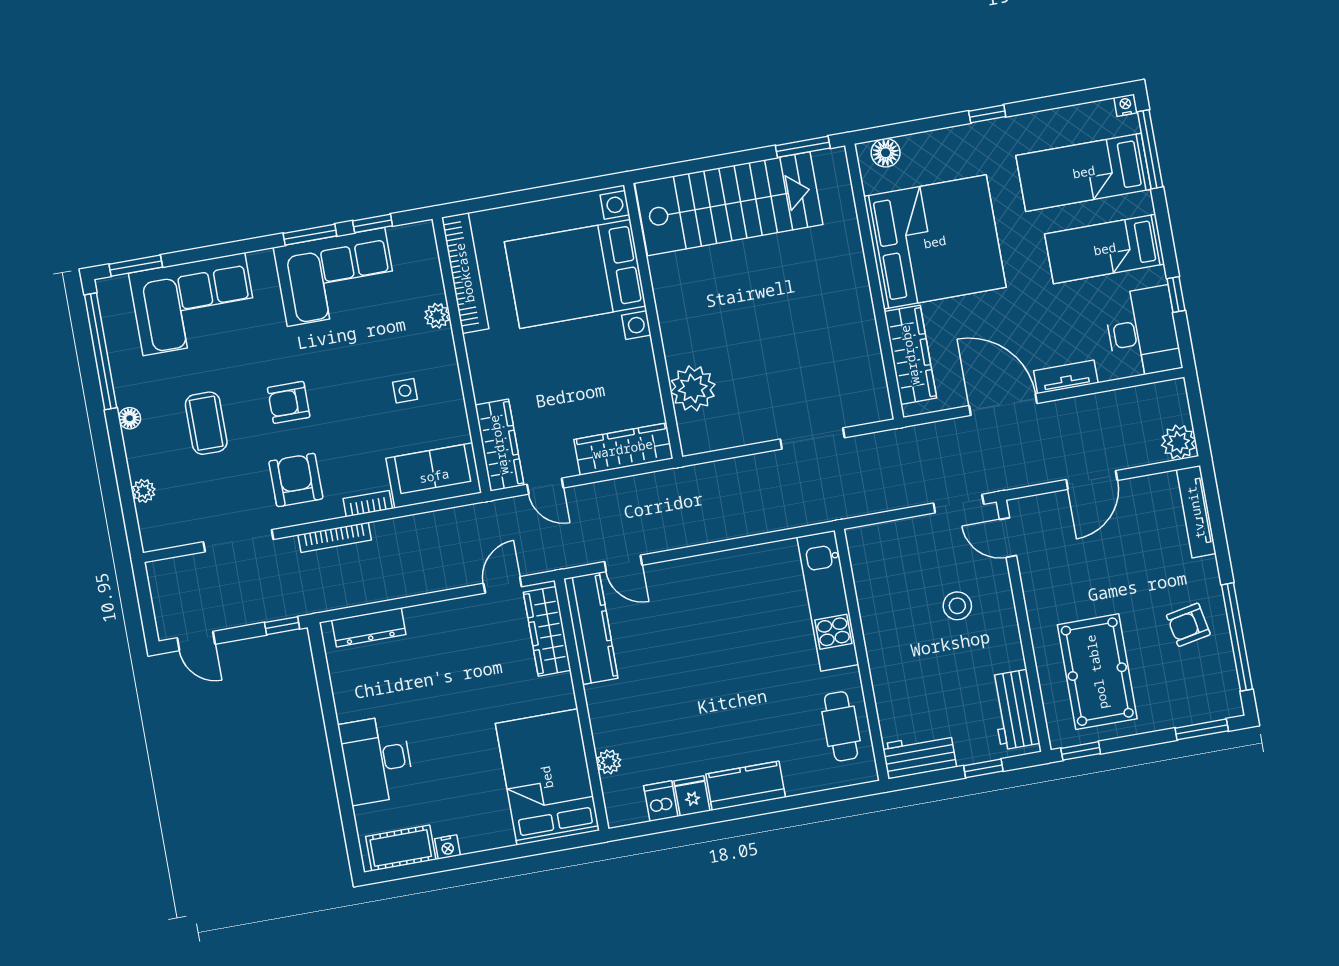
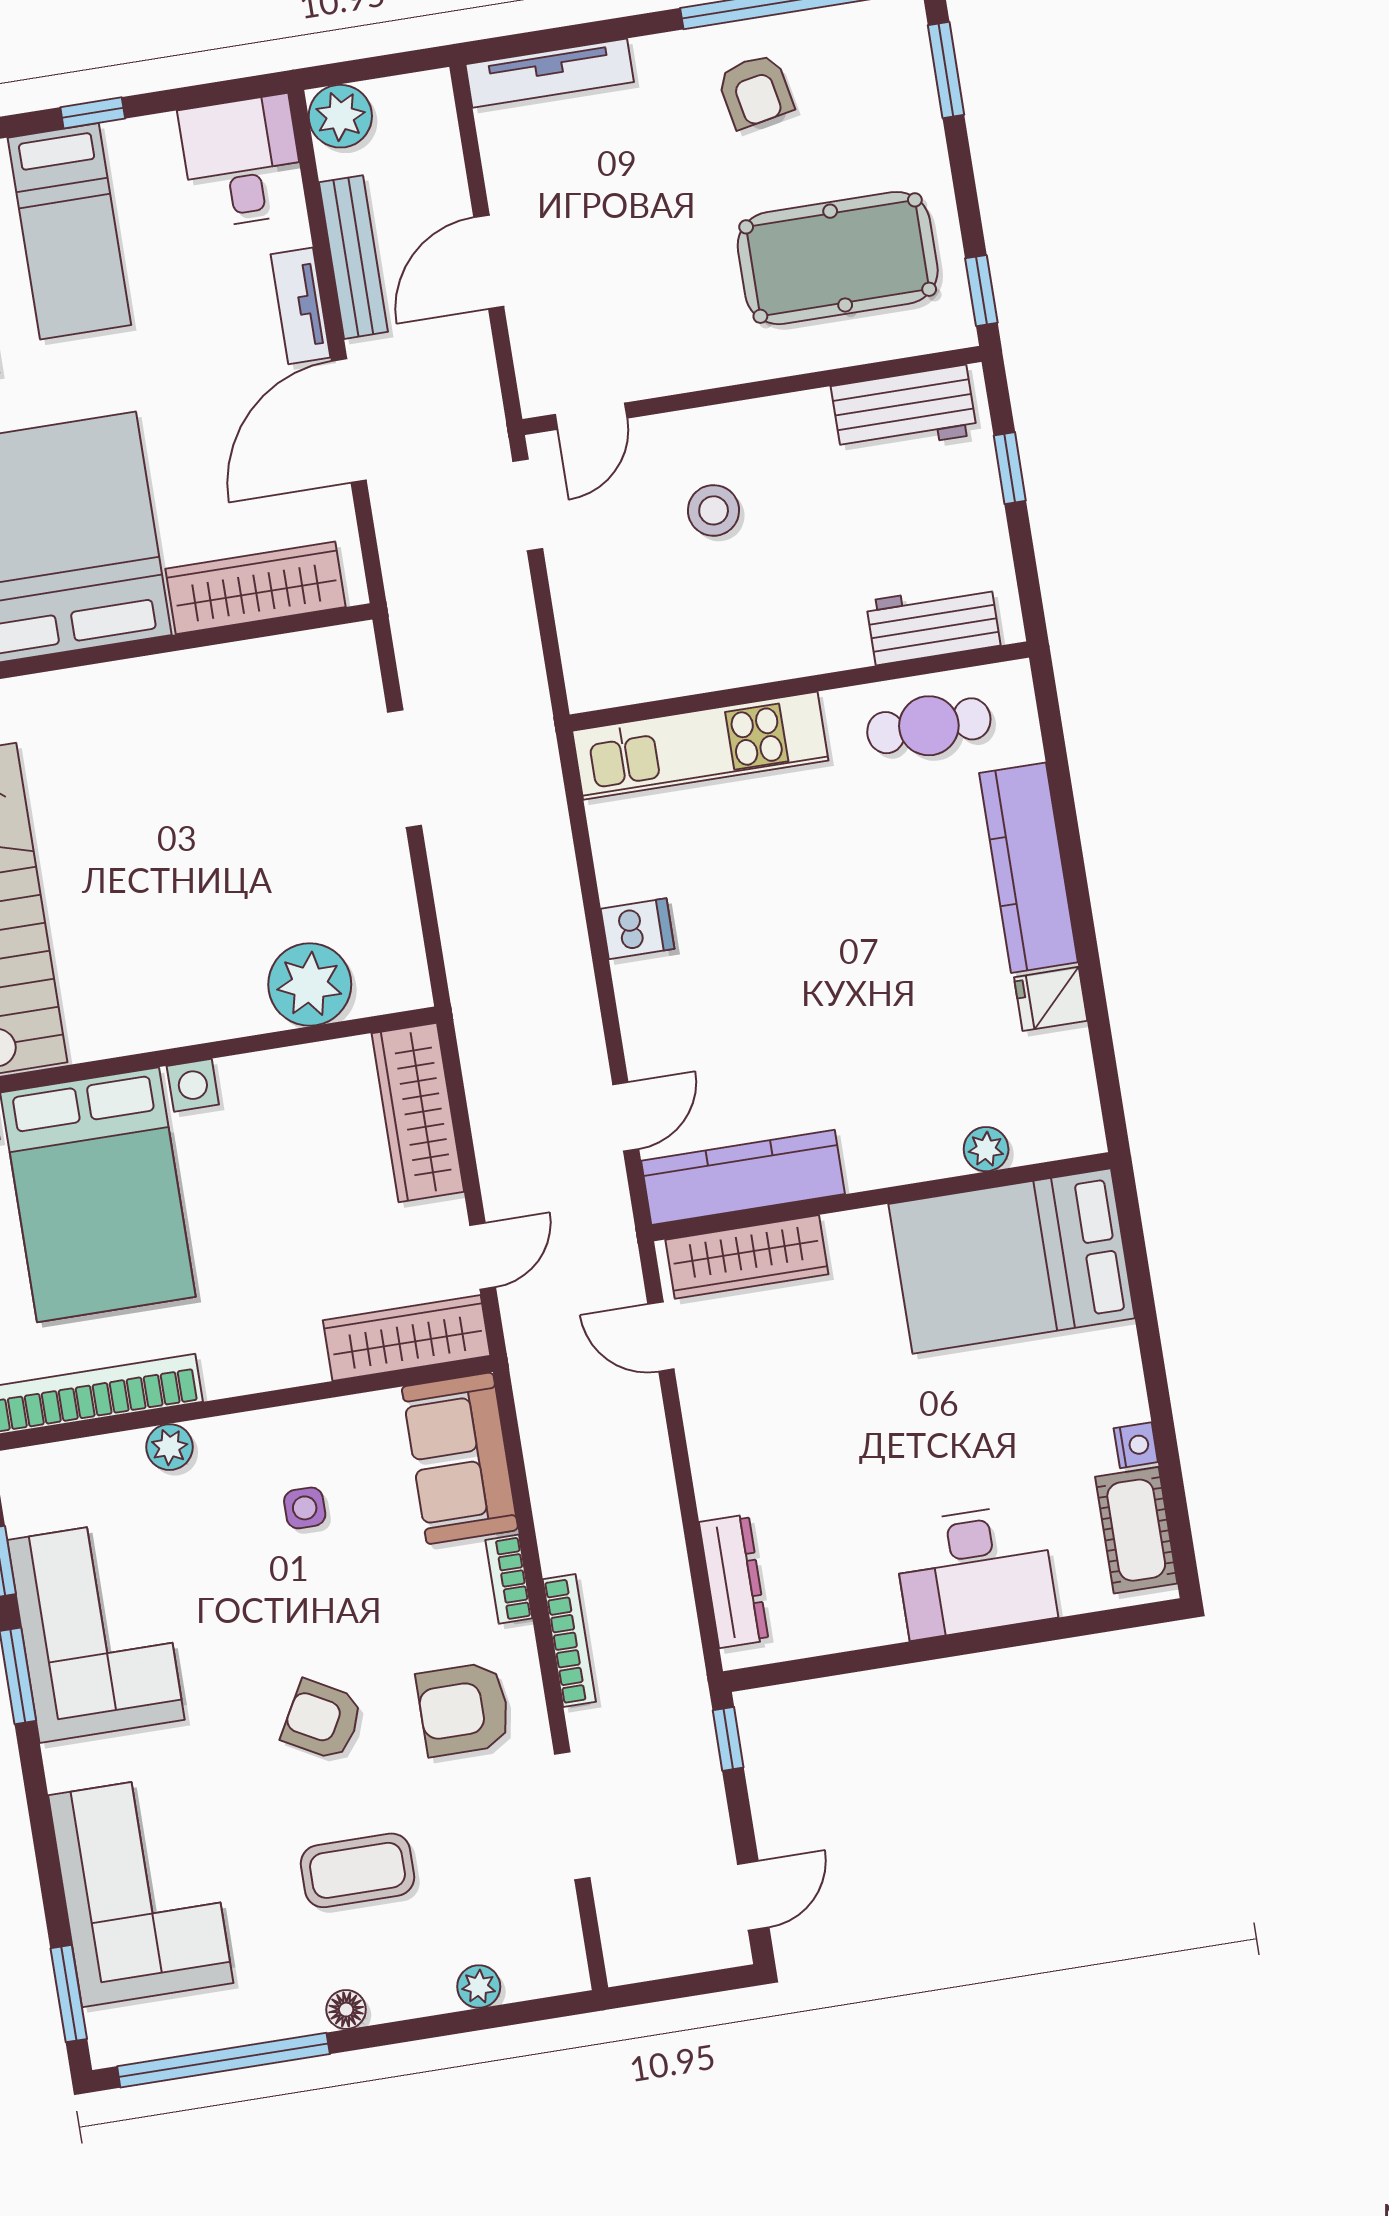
window: (1176, 295) -> (93, 113), moved
desk: (1143, 332) -> (242, 161), width x0.73
armchair: (289, 402) -> (322, 1720), turned 119
bench: (1093, 405) -> (353, 257), added
plant: (1179, 442) -> (340, 116), moved
door: (1092, 480) -> (489, 262), swing flipped
workbench: (919, 755) -> (933, 623), moved, turned 90
kitchen counter: (746, 786) -> (1029, 868), width x1.50
dishwasher: (661, 801) -> (638, 929), moved, turned 180

